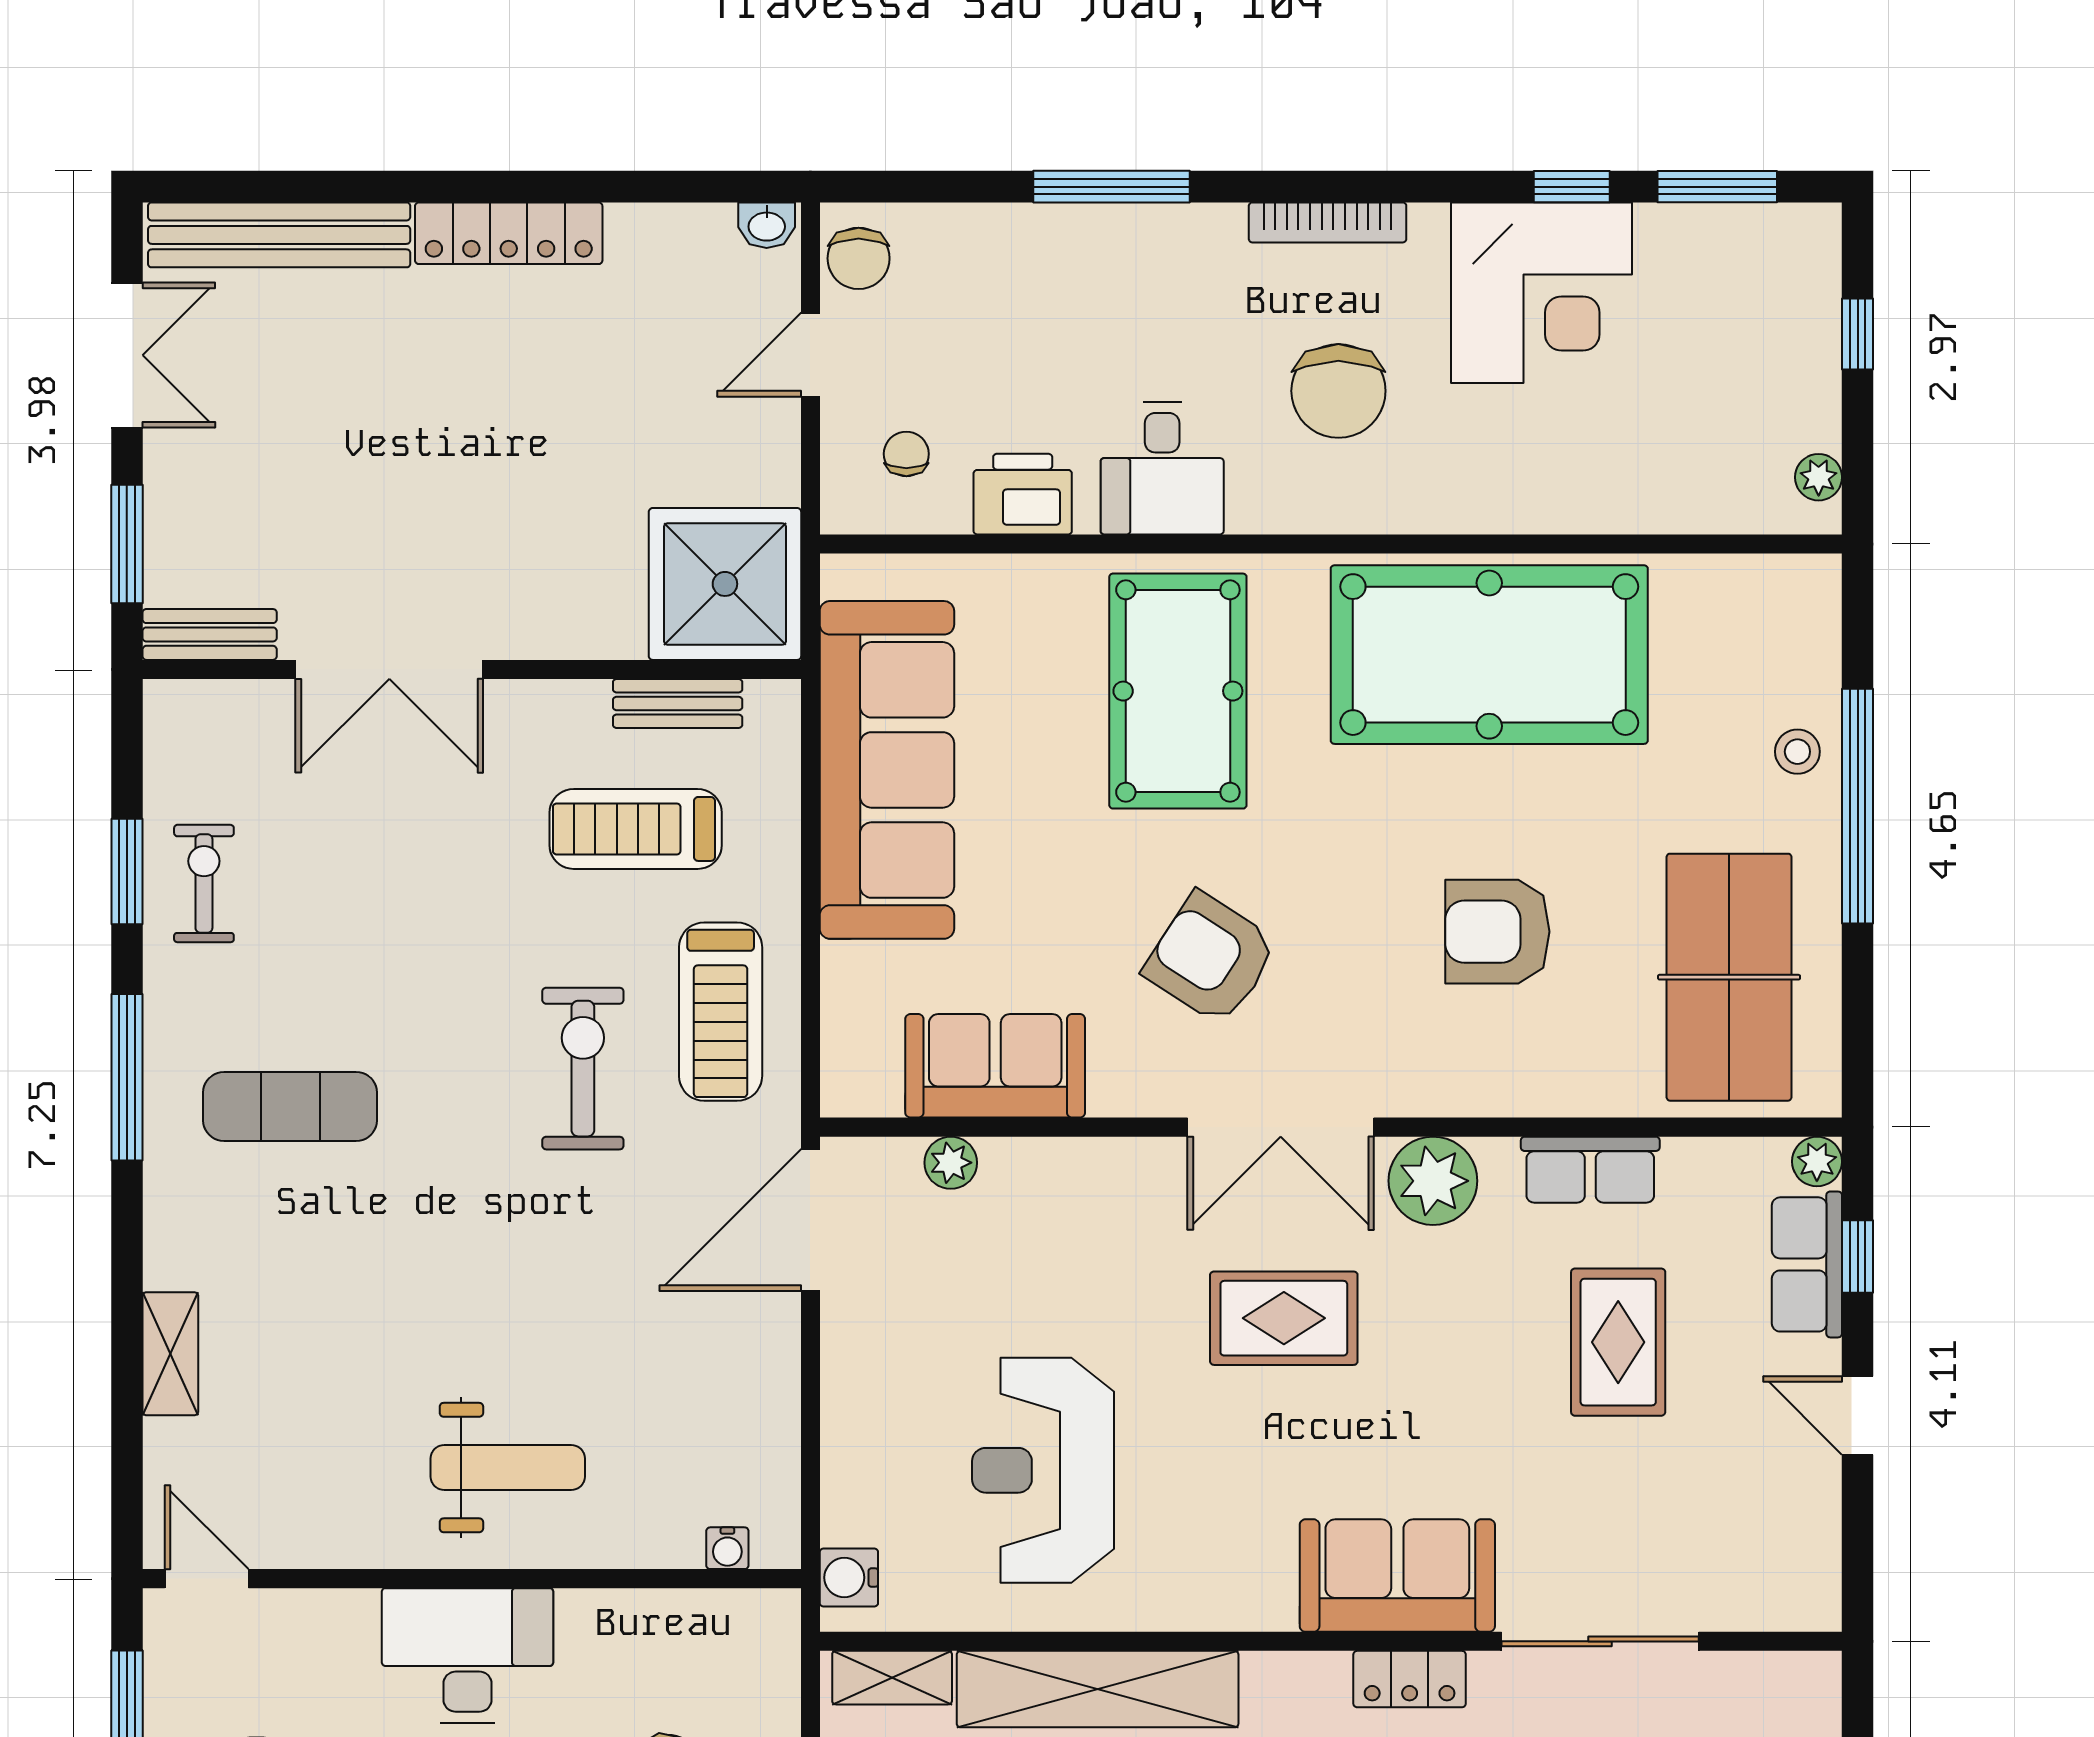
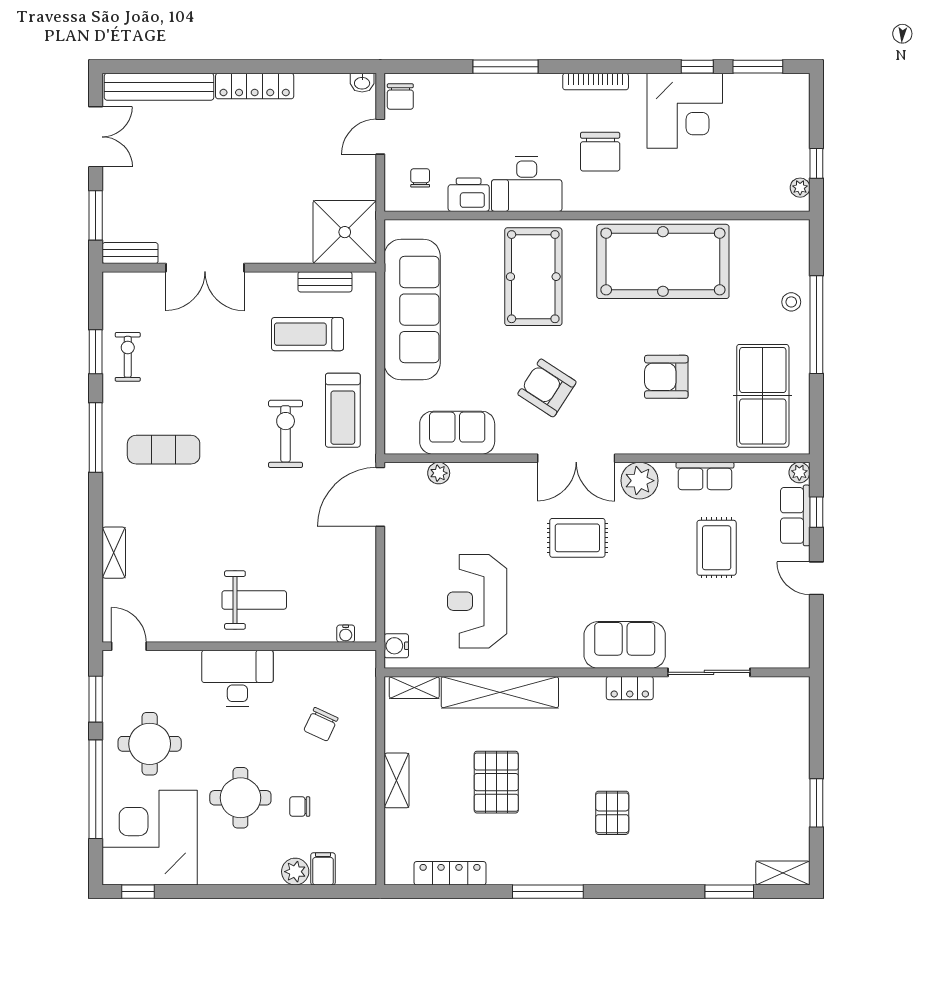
window: (1858, 334) -> (816, 163), moved
desk: (1162, 468) -> (527, 184), width x1.37

